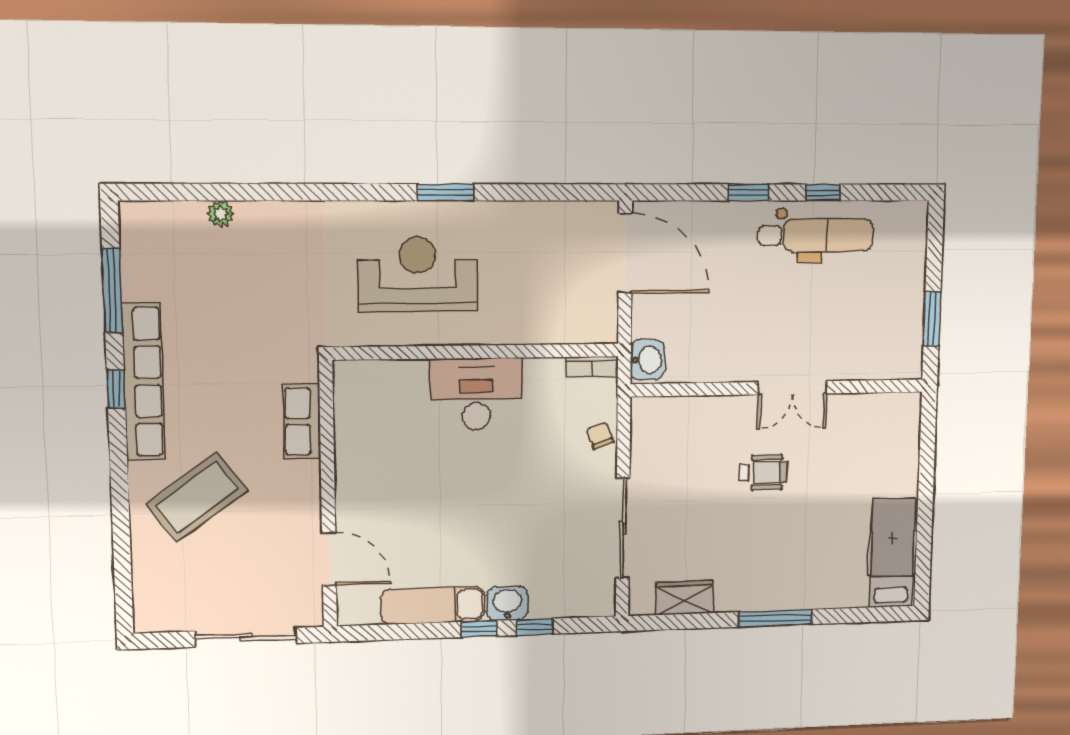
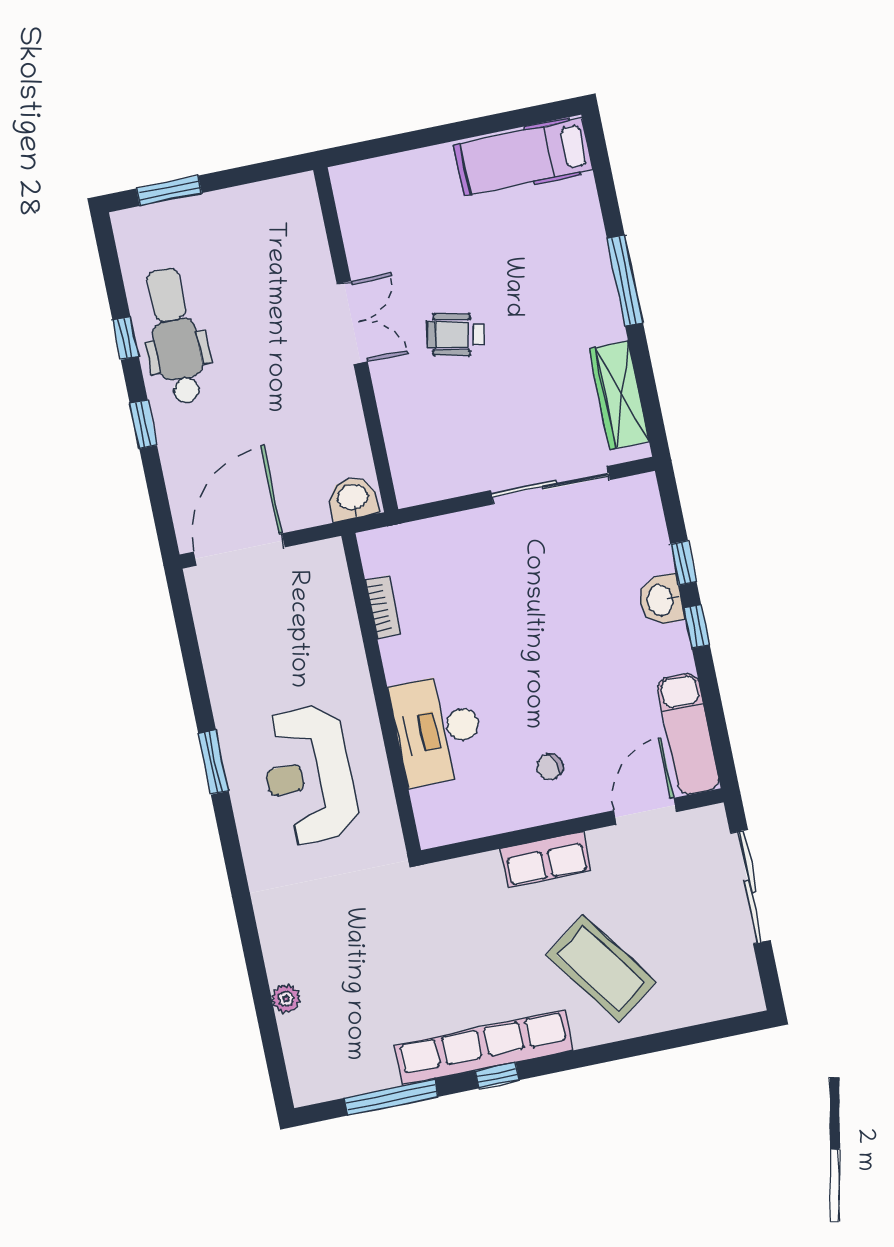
window: (932, 319) -> (169, 191), moved
bookcase: (592, 367) -> (383, 607), moved
desk: (476, 394) -> (438, 729), moved
row of seats: (302, 421) -> (546, 860), moved
chair: (600, 436) -> (550, 767), moved
wheelchair: (763, 472) -> (456, 335), turned -78
wardrobe: (685, 598) -> (619, 395), width x1.50
exam couch: (433, 605) -> (688, 734), moved

